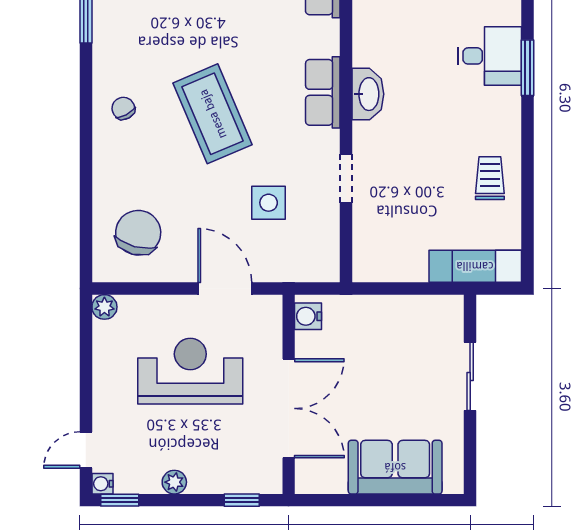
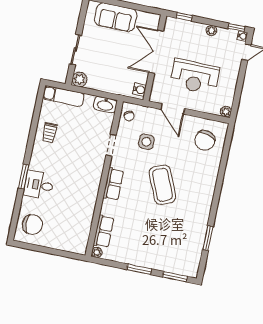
washbasin: (368, 94) -> (105, 105), moved, turned -90
chair: (123, 108) -> (129, 116), moved
plant: (447, 311) -> (79, 79), added

